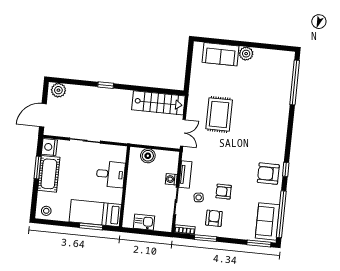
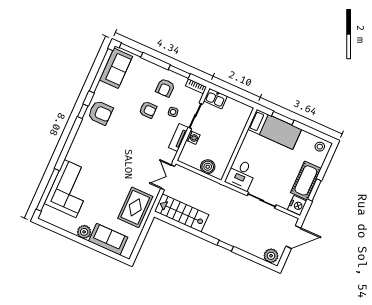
corner sofa: (274, 91) -> (70, 189), added
rug: (219, 114) -> (135, 207), moved
desk: (111, 174) -> (241, 175), moved, turned -90
kitchen sink: (144, 222) -> (215, 99), moved

